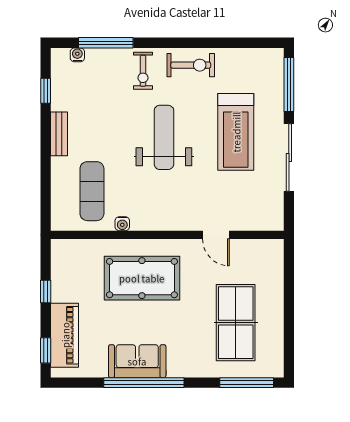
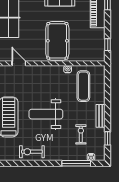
exercise bike: (143, 71) -> (81, 134), moved
weight bench: (164, 137) -> (46, 114), turned 90
pool table: (142, 278) -> (57, 41), turned 90
window: (46, 292) -> (108, 45), moved

